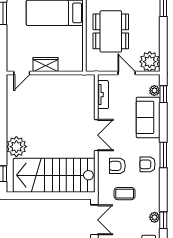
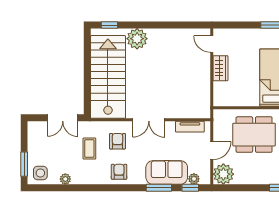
window: (163, 155) -> (159, 188), moved
window: (163, 220) -> (62, 188), removed

